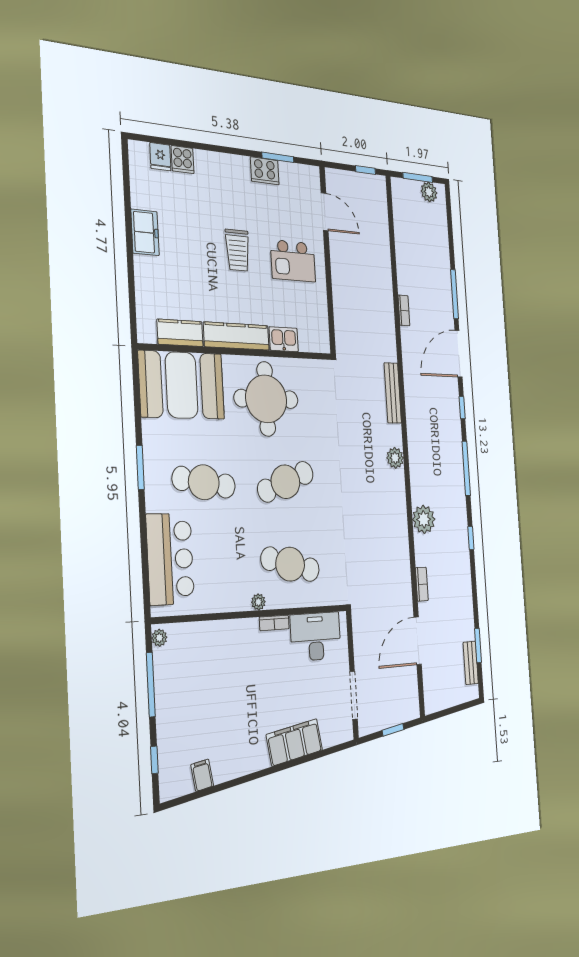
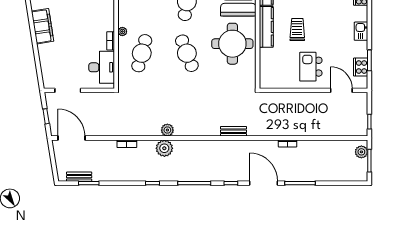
cooker: (265, 171) -> (361, 67), moved
plant: (429, 192) -> (361, 152), moved
door: (325, 212) -> (341, 90), swing flipped
trolley: (238, 250) -> (297, 29), moved, turned 90
kitchen sink: (284, 339) -> (361, 31), moved, turned 180
bench: (393, 393) -> (233, 131), width x0.73
plant: (395, 458) -> (167, 130), moved
door: (418, 641) -> (72, 138), moved
filing cabinet: (294, 742) -> (42, 26), moved

